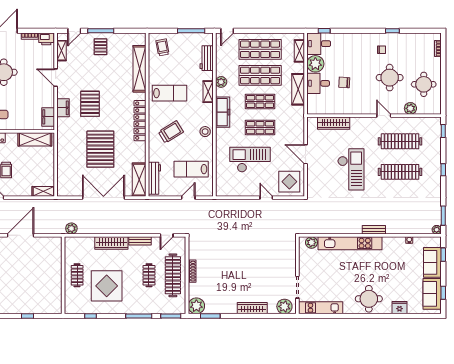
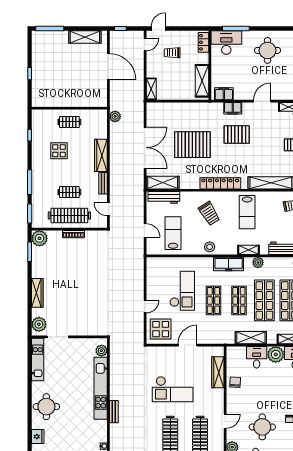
chair: (344, 82) -> (235, 382), moved
display table: (107, 286) -> (59, 151), width x0.54, depth x0.54

